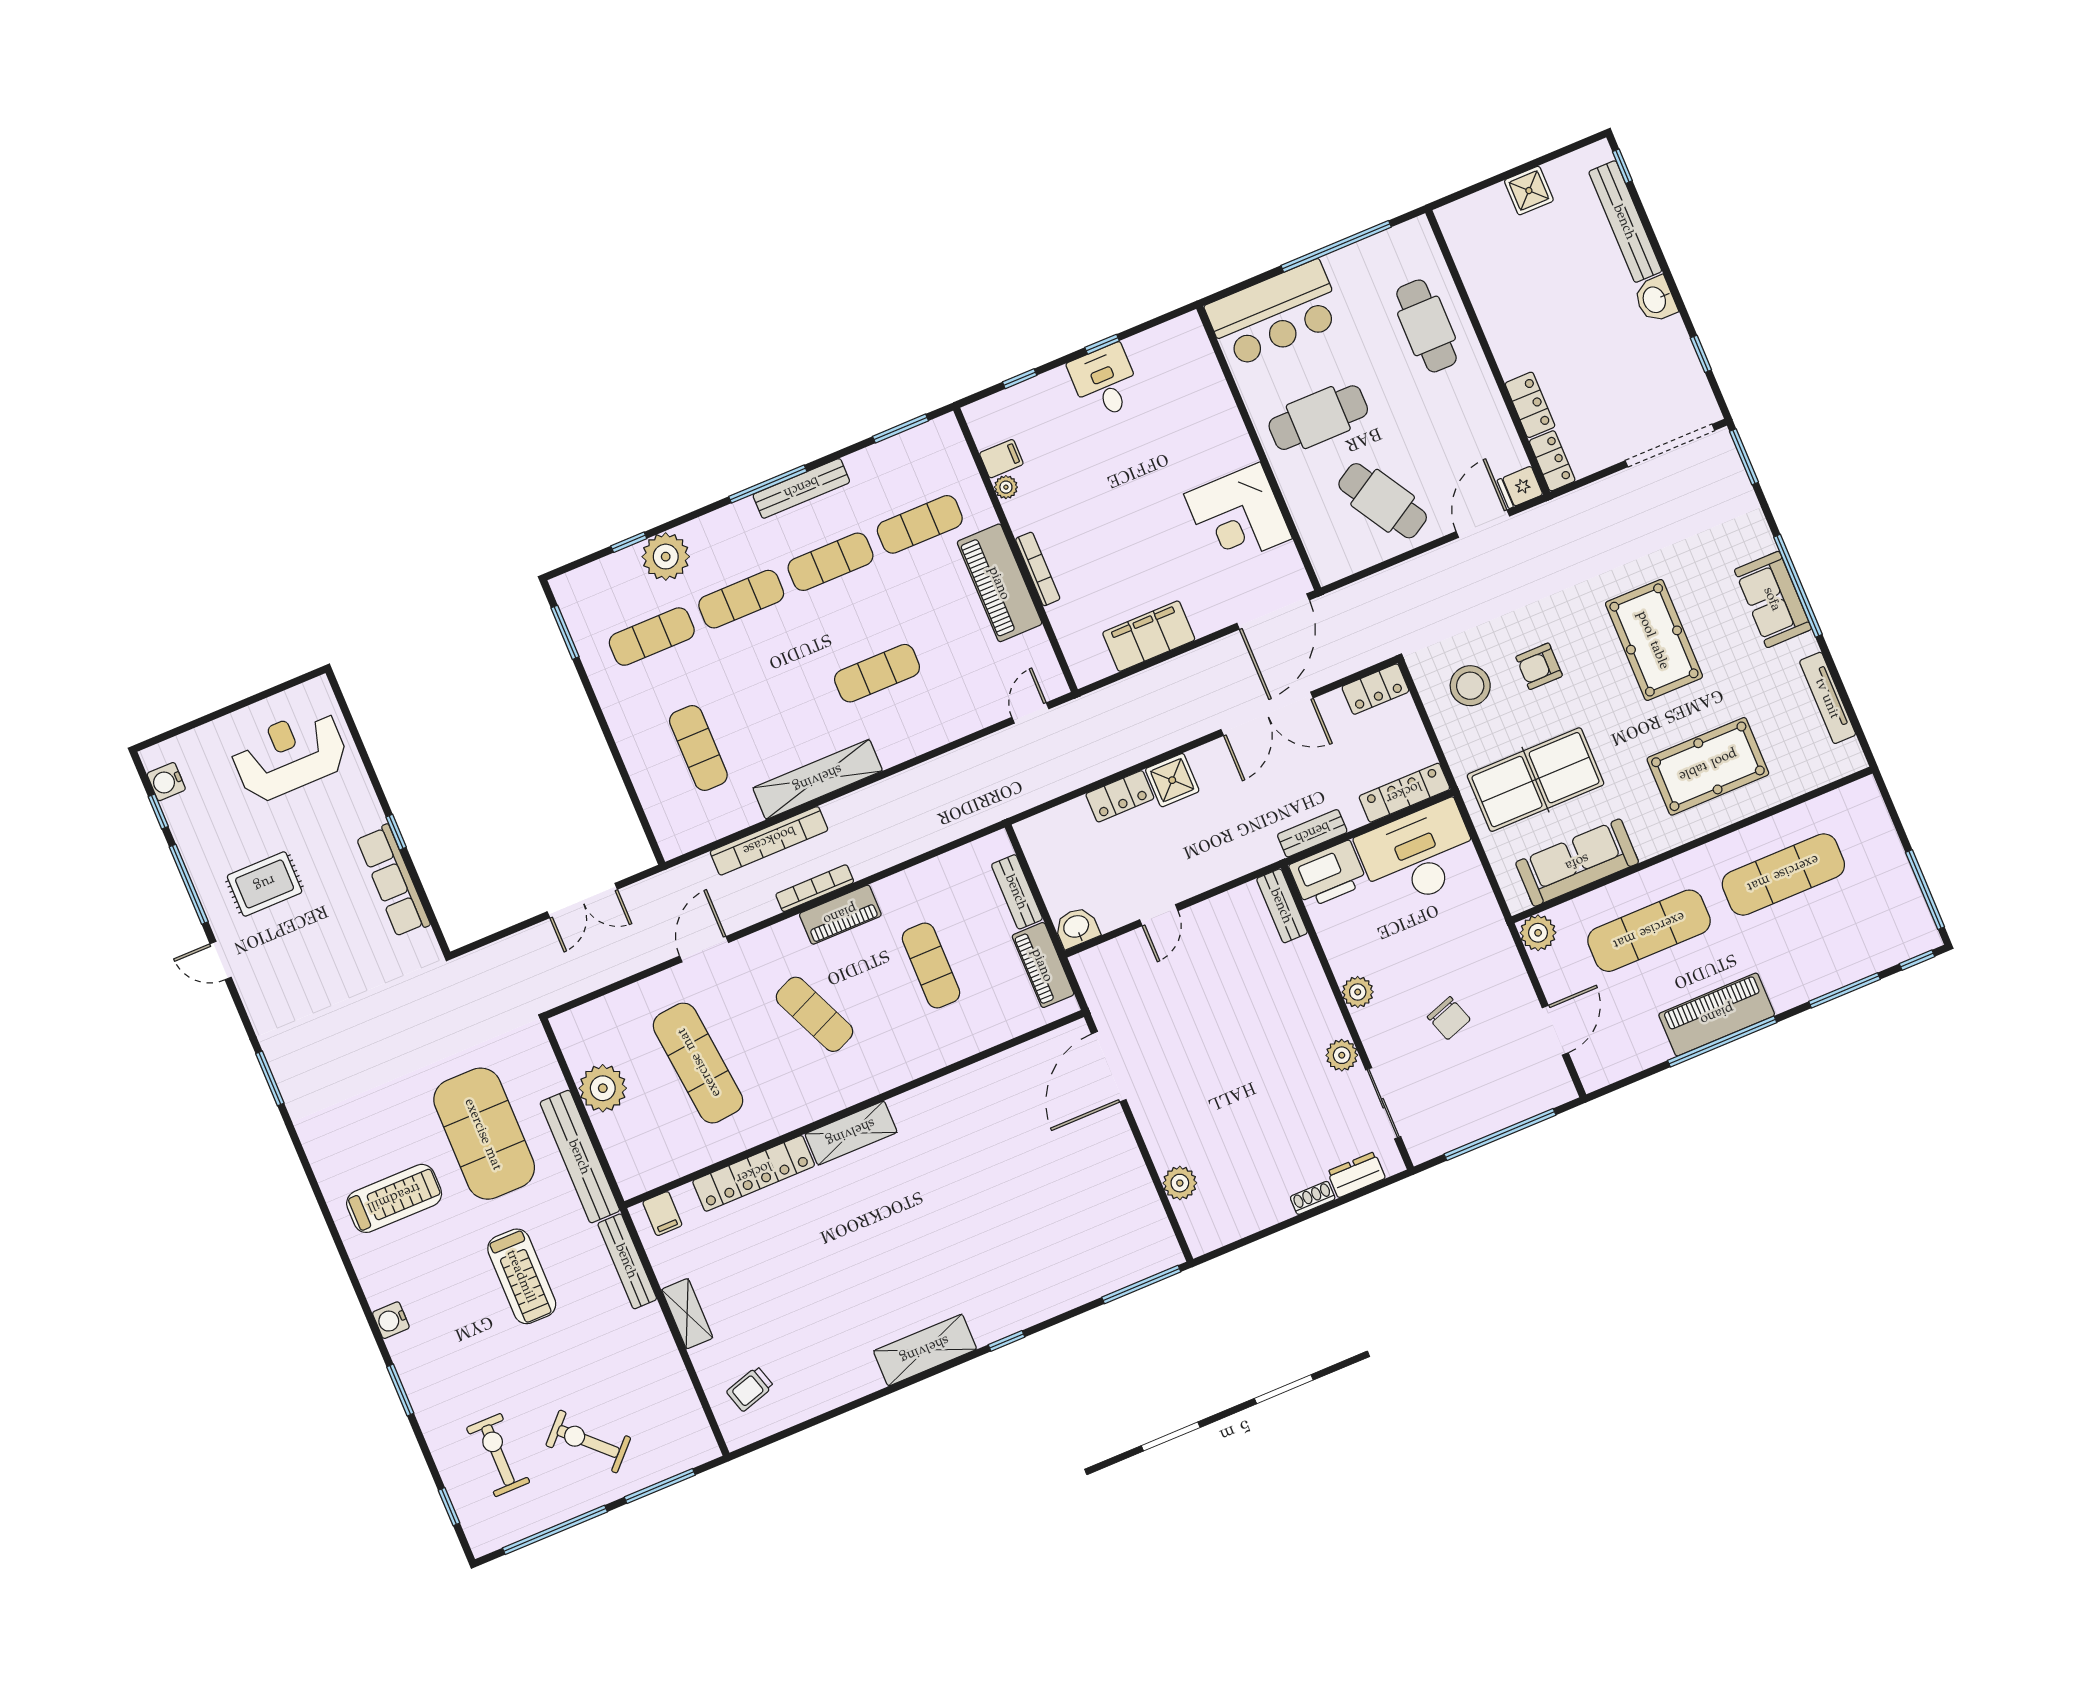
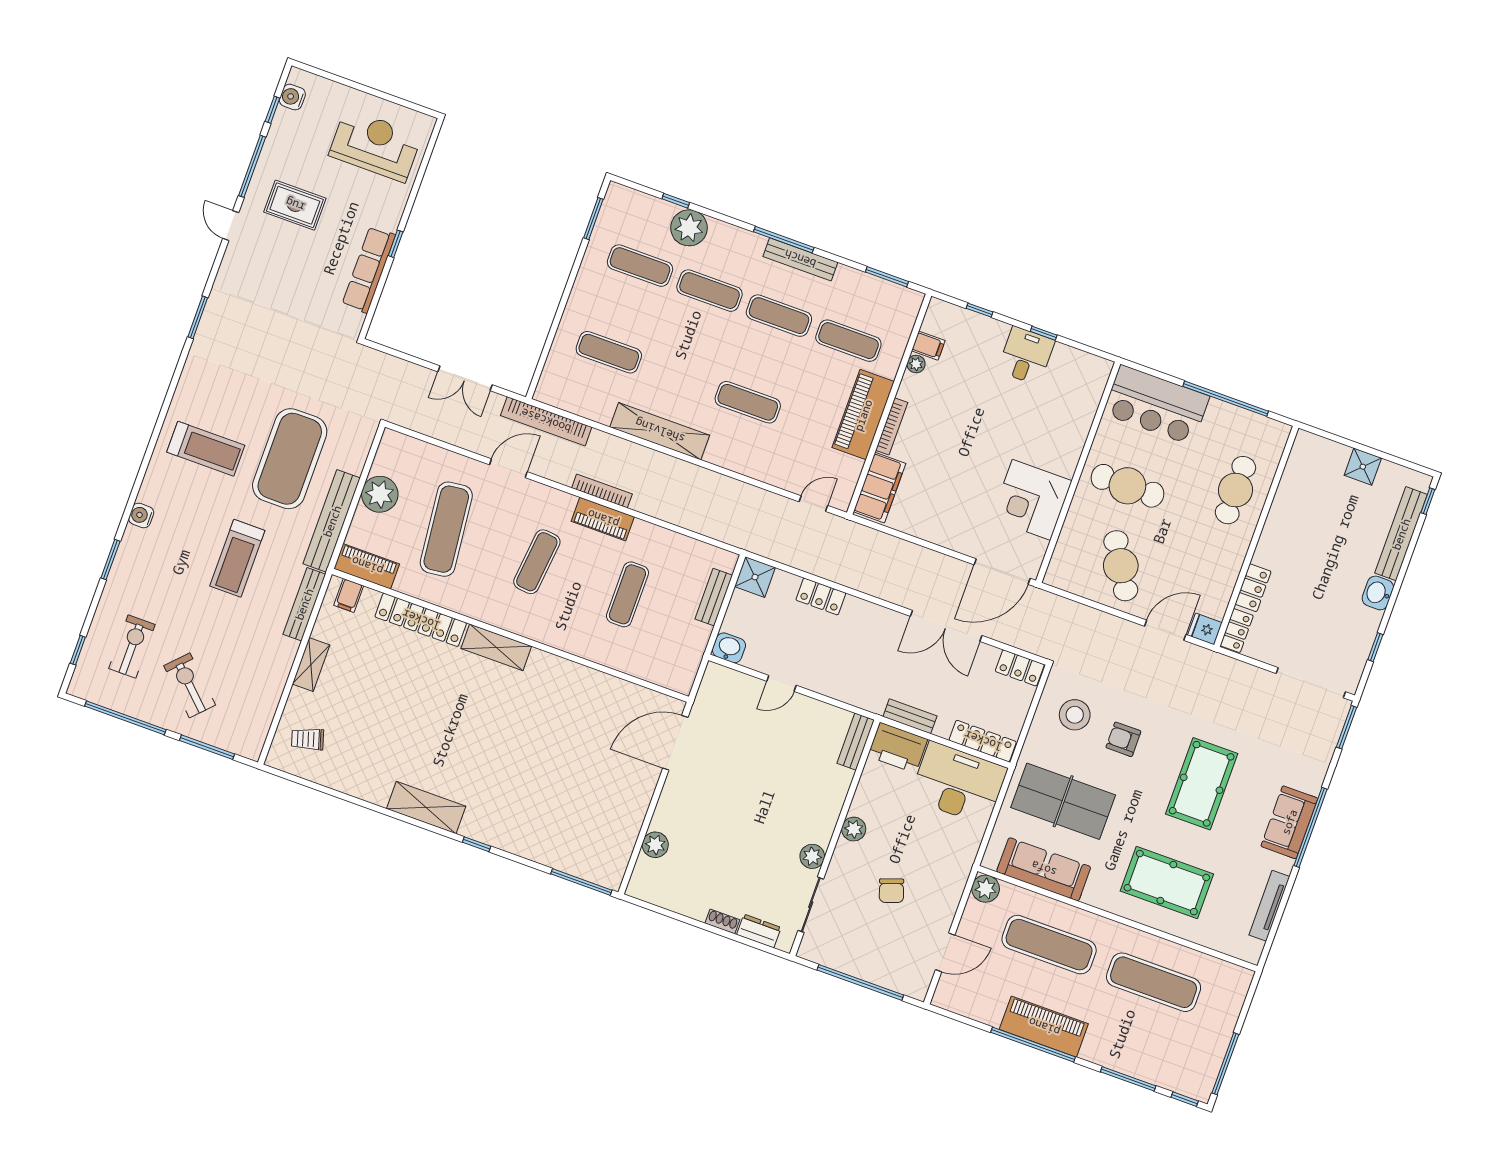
filing cabinet: (1149, 636) -> (880, 488), moved, turned 90
exercise mat: (698, 748) -> (609, 352), turned 90
shower: (1172, 780) -> (755, 577), moved
bookcase: (769, 841) -> (546, 421), moved
piano: (1043, 965) -> (367, 566), moved, turned 90
exercise mat: (814, 1014) -> (537, 562), turned 30

